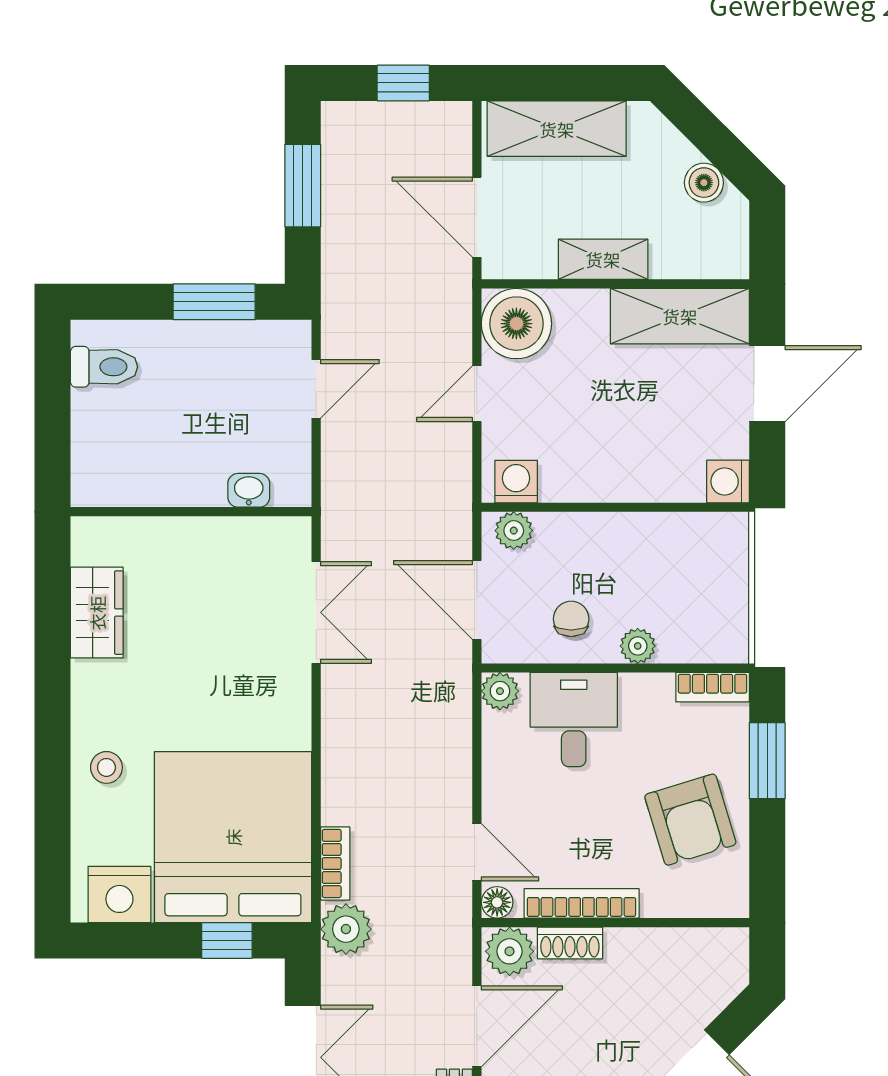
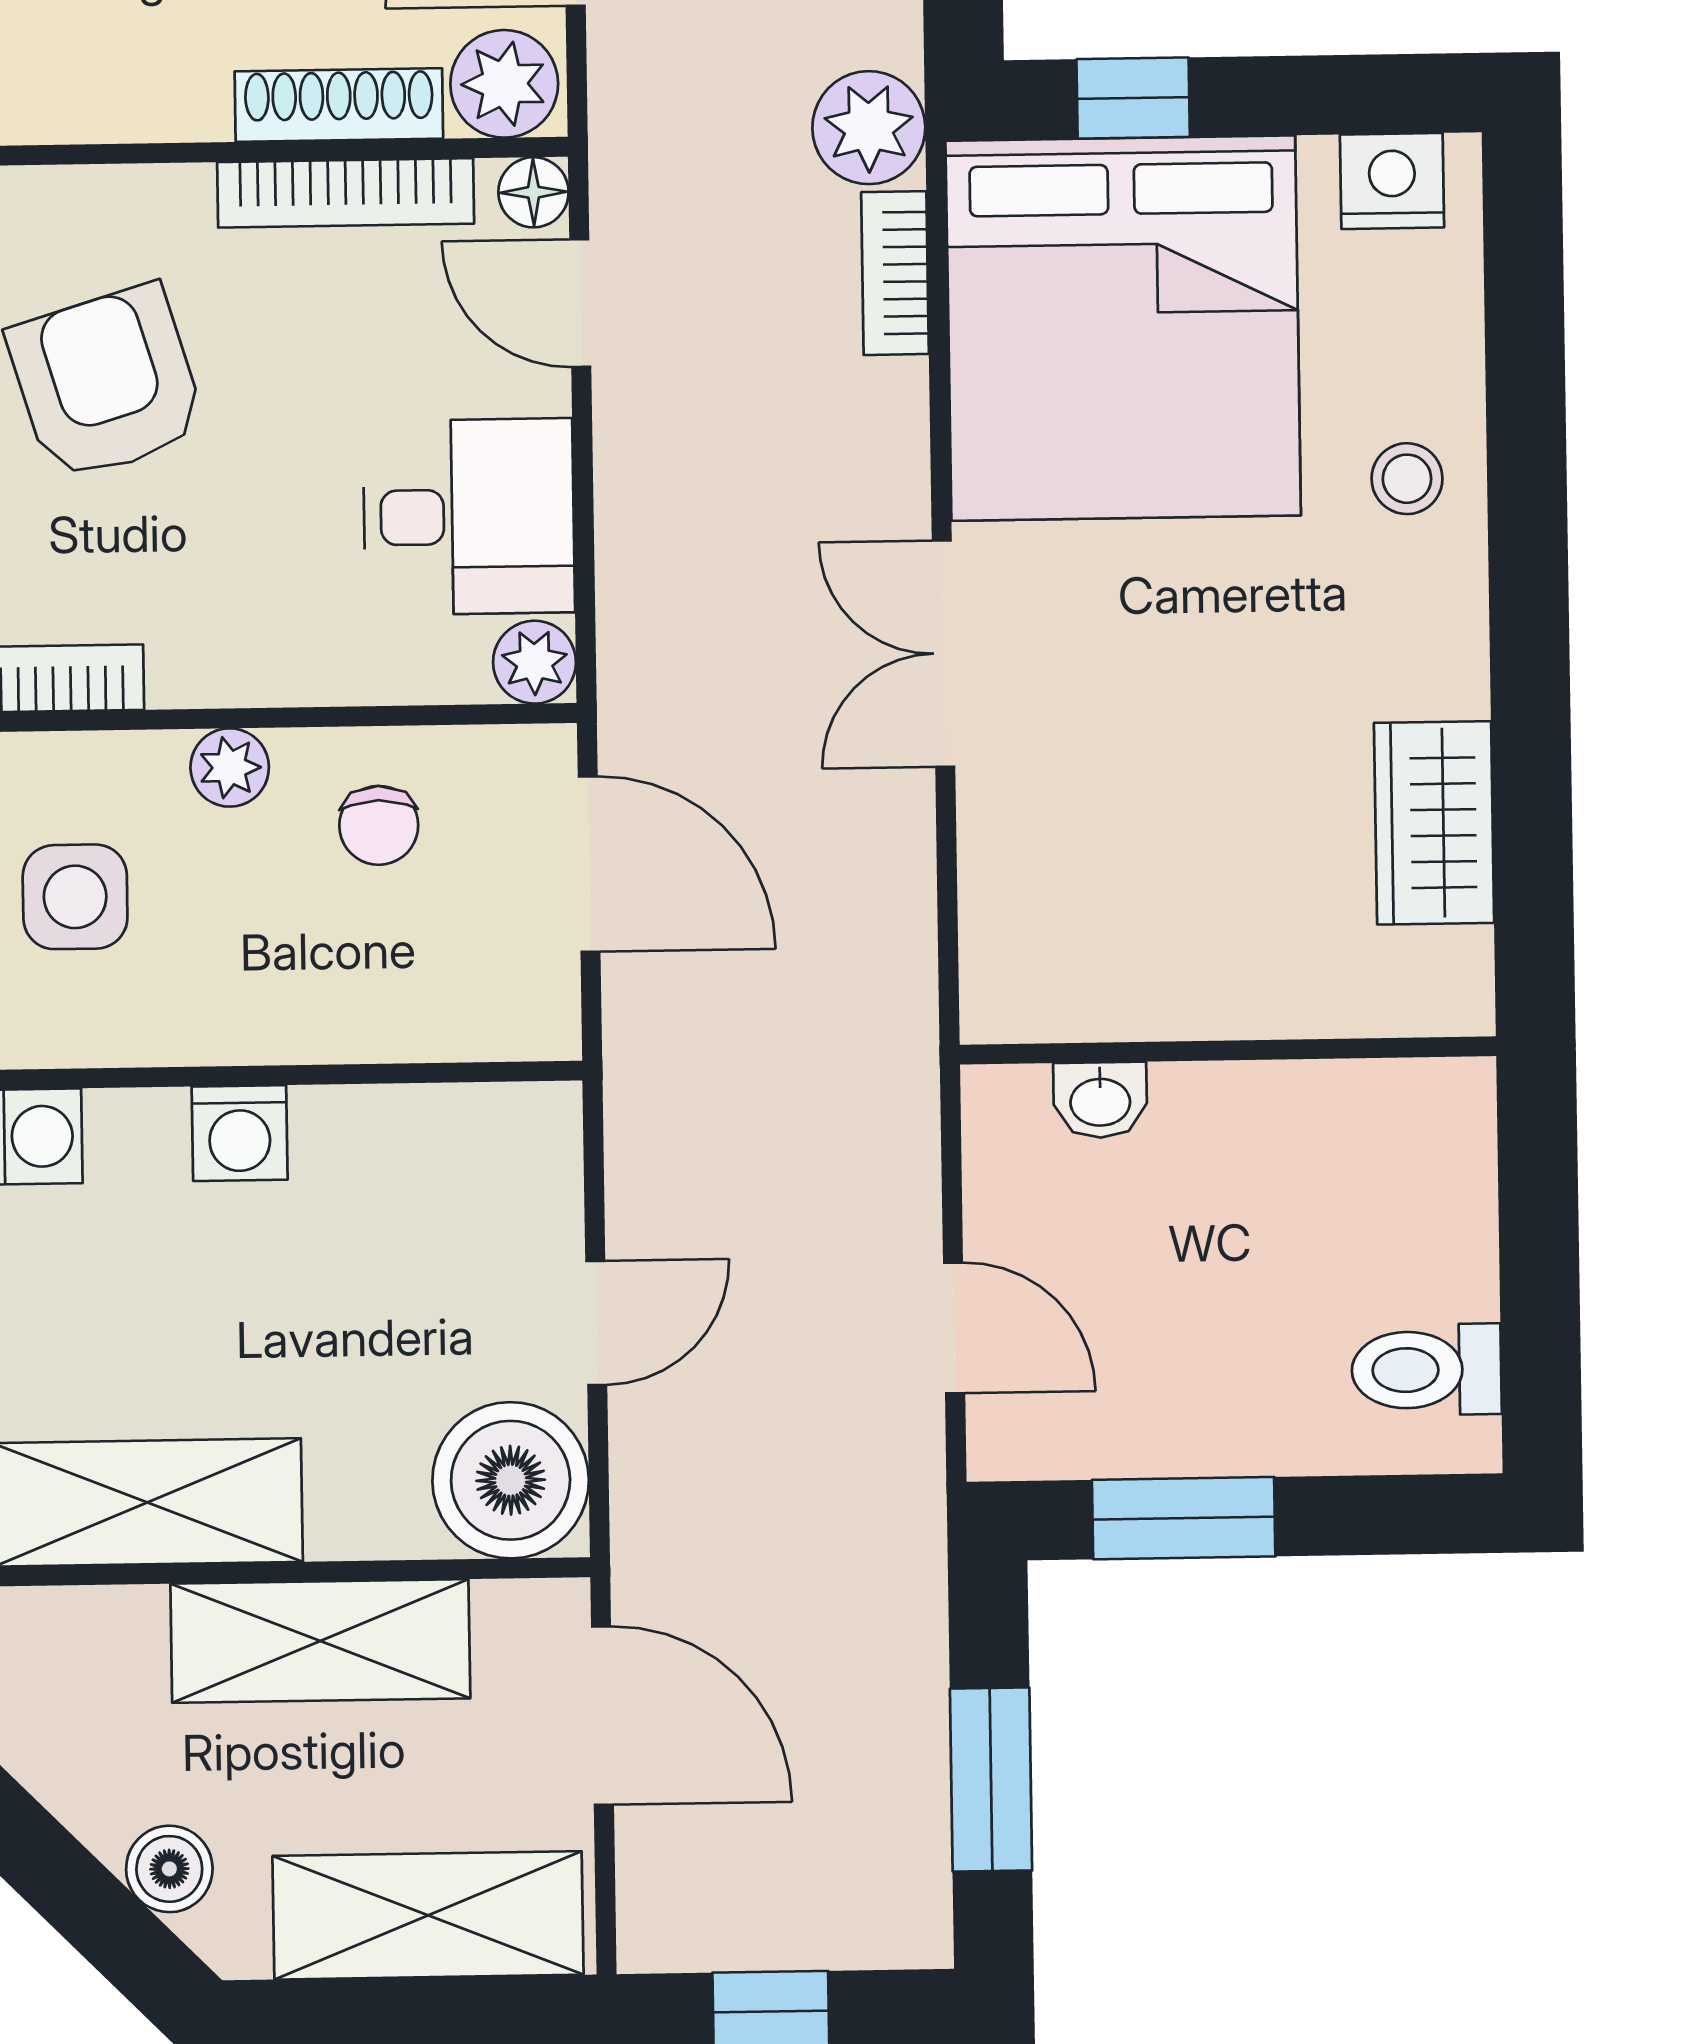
boiler: (704, 183) -> (169, 1869), moved
shelving: (603, 259) -> (320, 1641), width x1.50, depth x1.33
door: (316, 389) -> (954, 1328), swing flipped
washing machine: (516, 482) -> (240, 1133), moved
plant: (514, 531) -> (509, 1020), removed
side table: (708, 589) -> (75, 897), added
double door: (316, 612) -> (943, 654), moved
desk: (574, 720) -> (469, 517), moved, turned -90
nightstand: (119, 894) -> (1392, 181), width x0.74, depth x0.75
shoe rack: (570, 943) -> (339, 105), width x1.43

